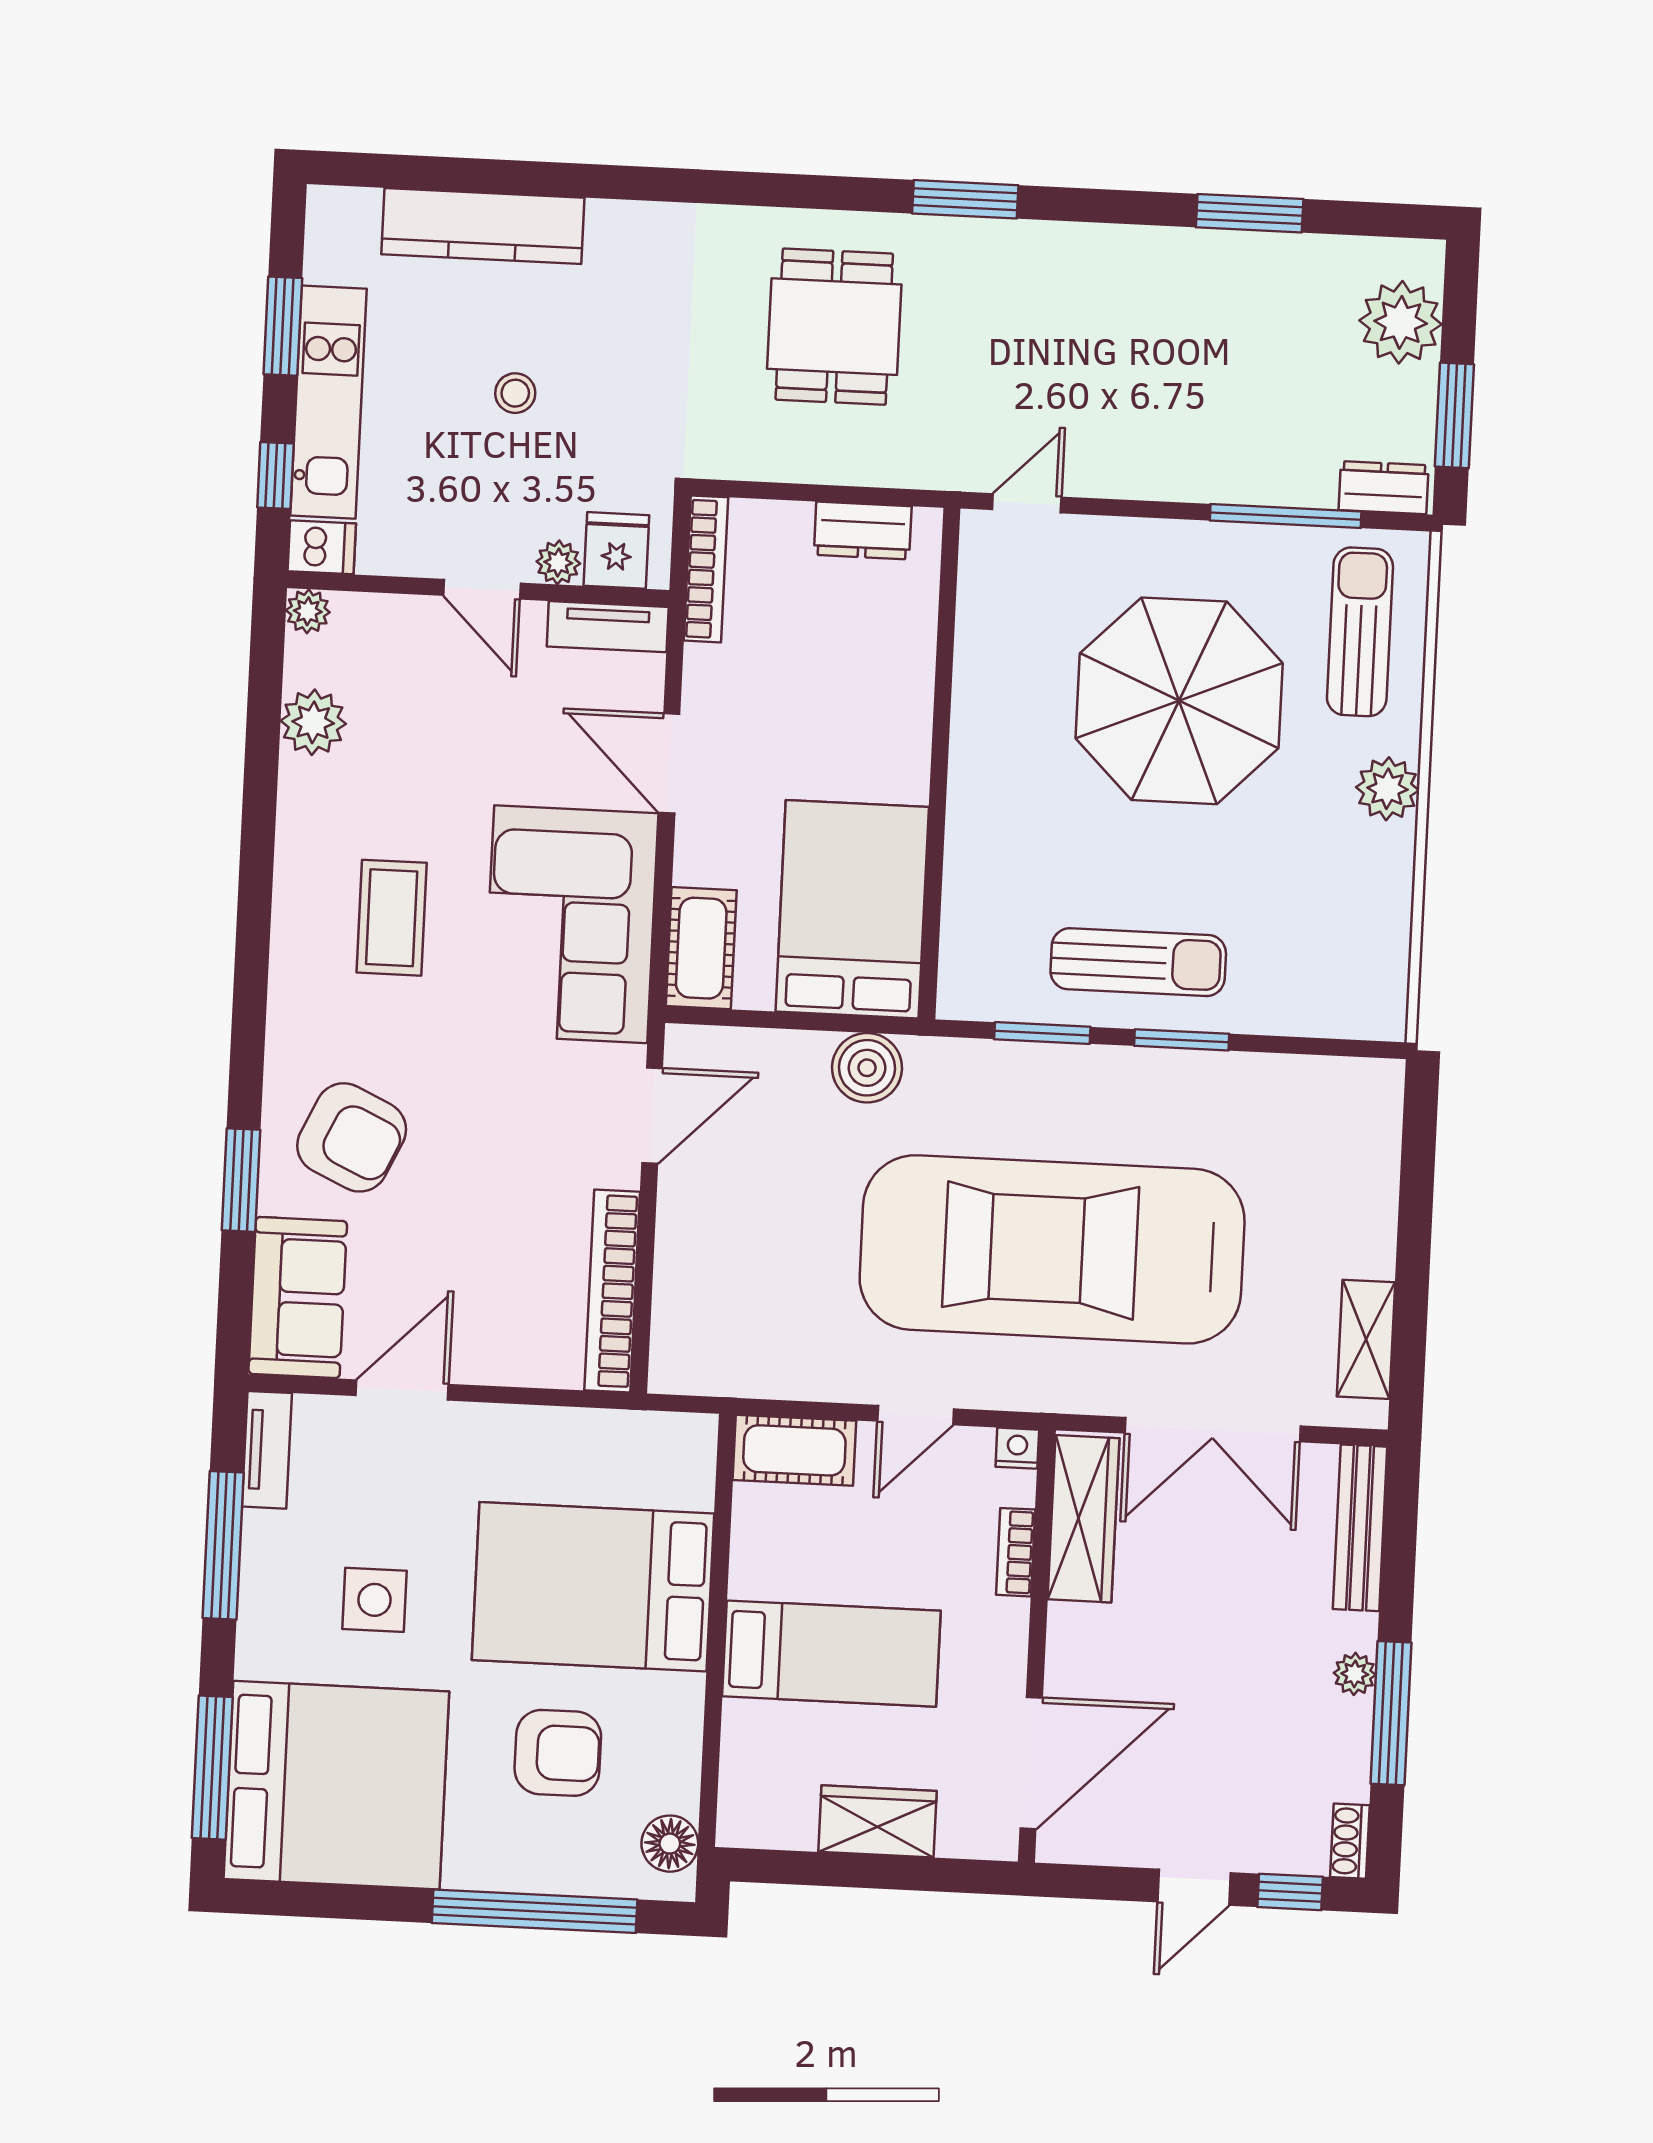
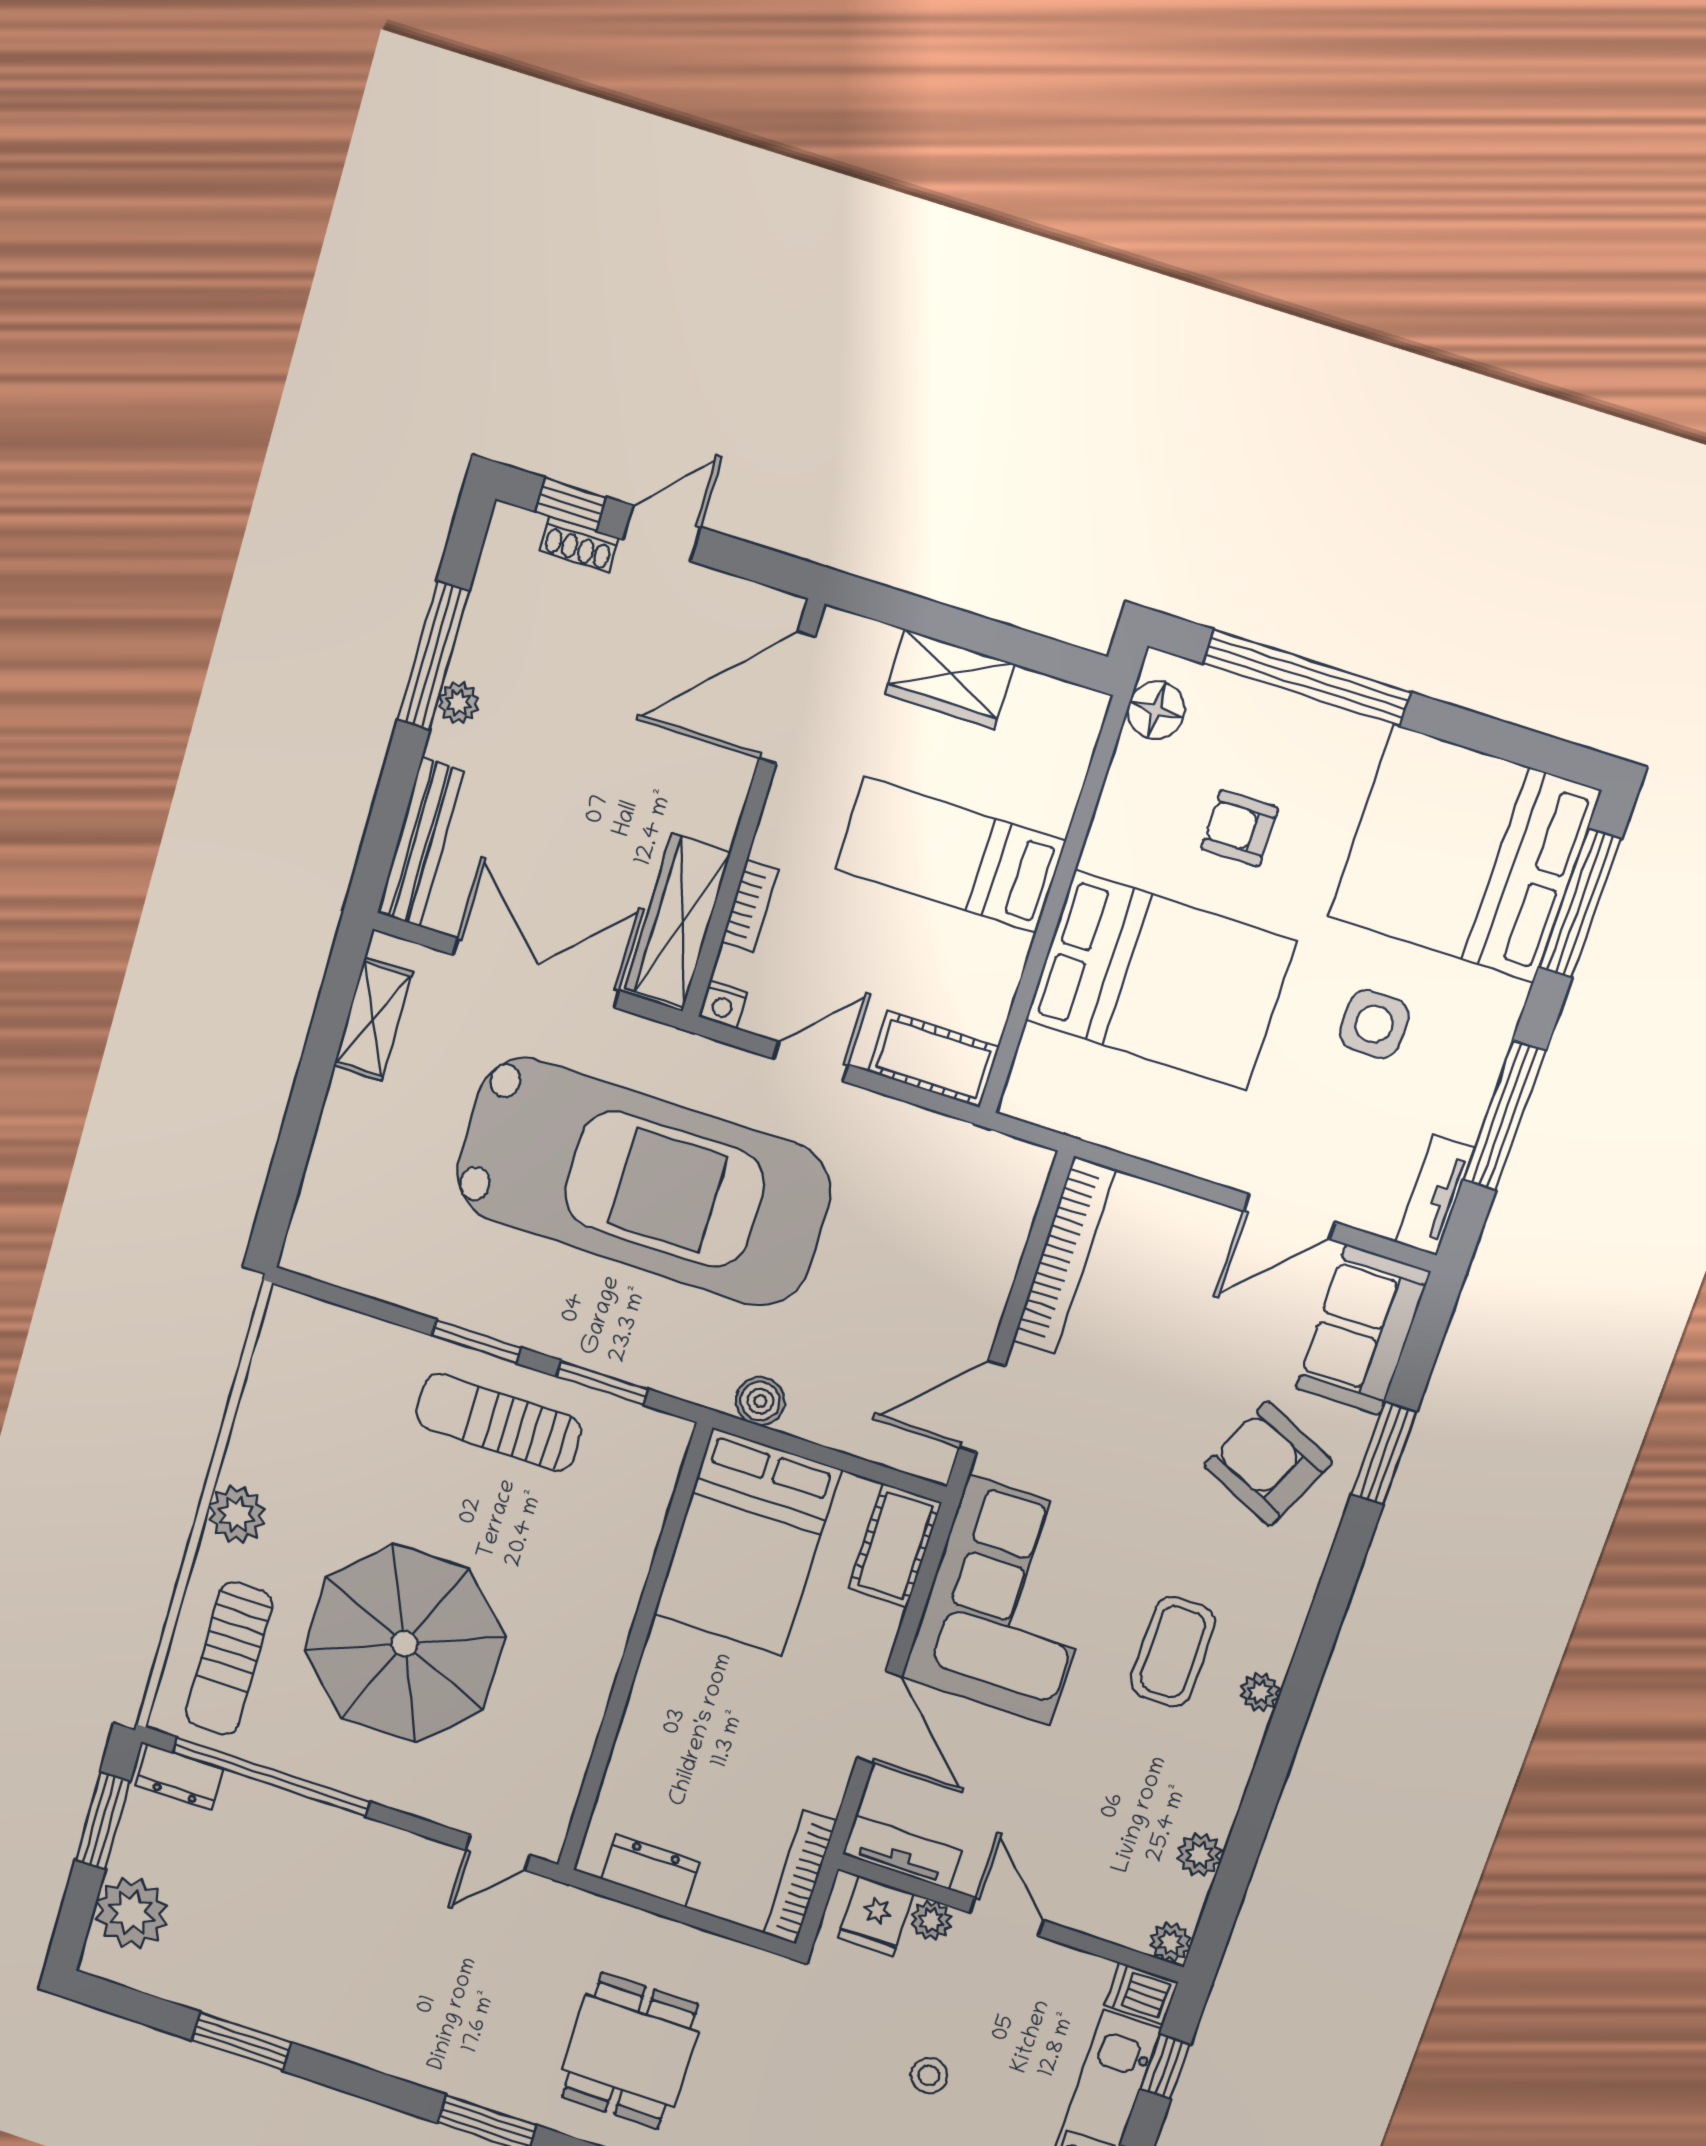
window: (1286, 516) -> (271, 1777), width x1.46
plant: (313, 722) -> (1200, 1855), width x0.73, depth x0.73
plant: (293, 901) -> (1260, 1692), added
boiler: (867, 1068) -> (760, 1401), width x0.73, depth x0.73
armchair: (558, 1753) -> (1240, 828), width x0.72, depth x0.72
shoe rack: (1350, 1841) -> (579, 544), moved, turned 90

